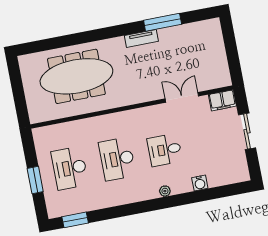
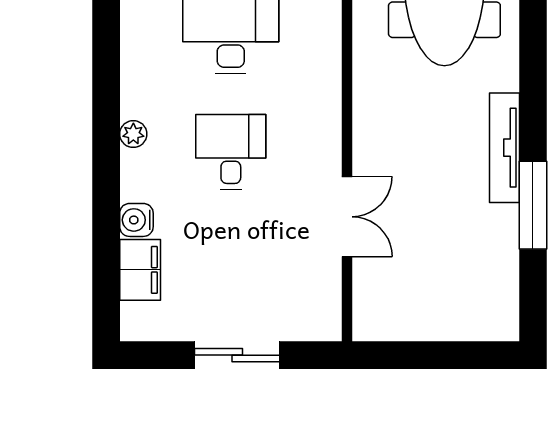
tv unit: (141, 38) -> (504, 148), width x1.41
filing cabinet: (222, 100) -> (140, 270), moved, turned 180

